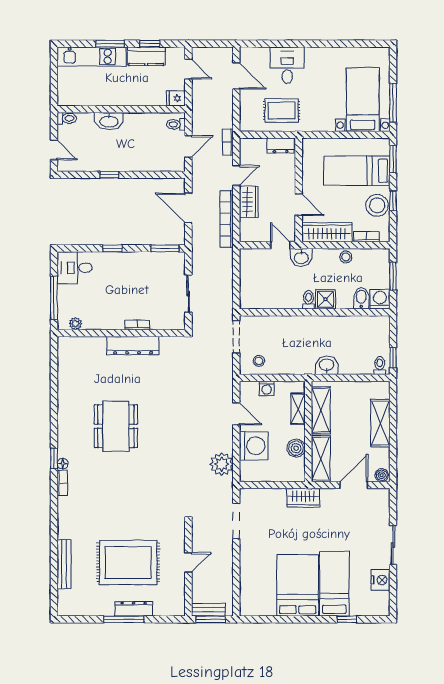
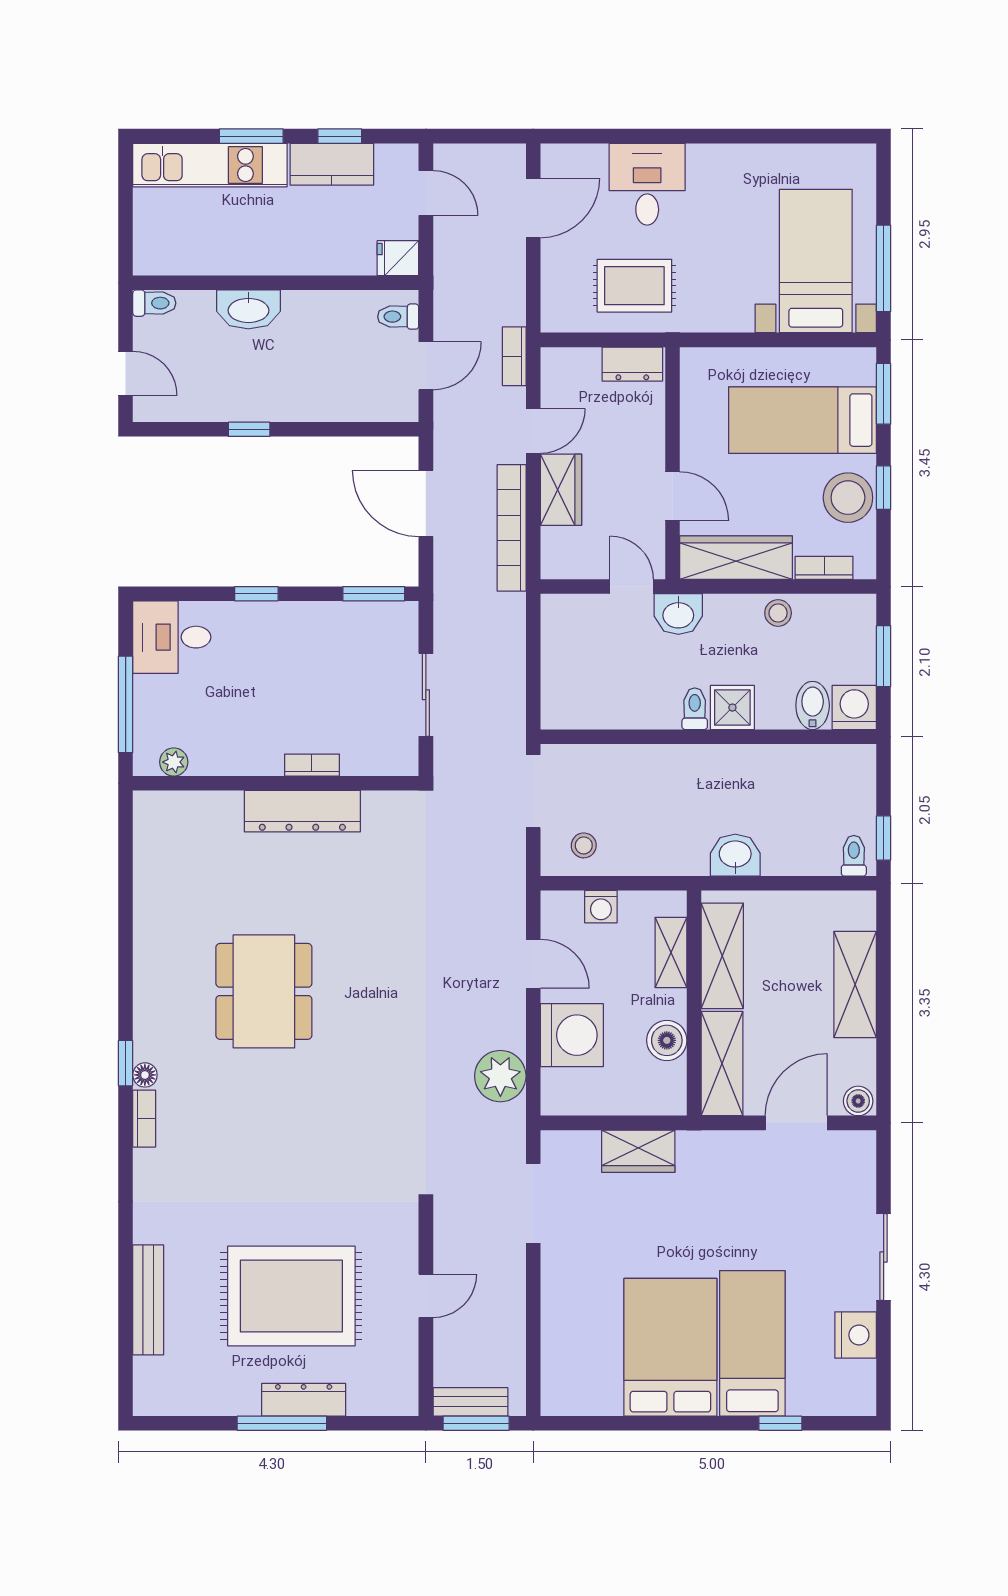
door: (236, 76) -> (533, 208), hinge flipped
wardrobe: (303, 498) -> (638, 1151), moved

